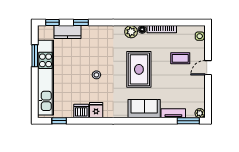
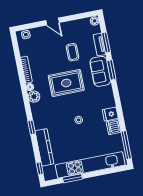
window: (81, 22) -> (32, 127), moved
kitchen counter: (68, 32) -> (44, 147), width x1.50
coffee table: (180, 58) -> (72, 52), moved
window: (59, 121) -> (126, 145), width x2.17
window: (143, 121) -> (111, 70), added
window: (188, 121) -> (106, 42), moved

